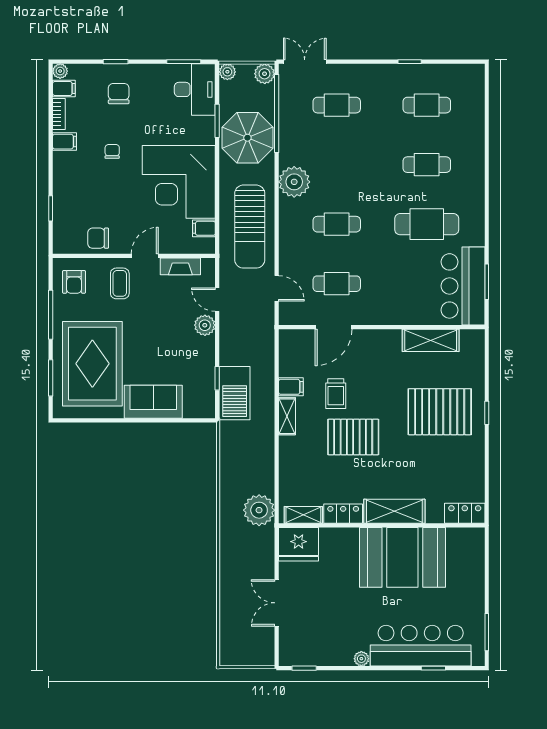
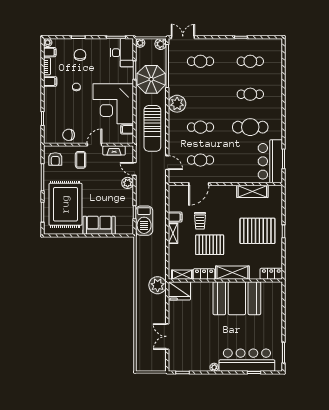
shelving: (394, 511) -> (232, 273), moved
locker: (465, 513) -> (271, 274), moved
locker: (343, 514) -> (204, 274), moved
shelving: (303, 515) -> (182, 275), moved
wall: (382, 525) -> (225, 280), moved
fridge: (299, 544) -> (179, 291), moved
booth: (402, 557) -> (237, 298), moved

